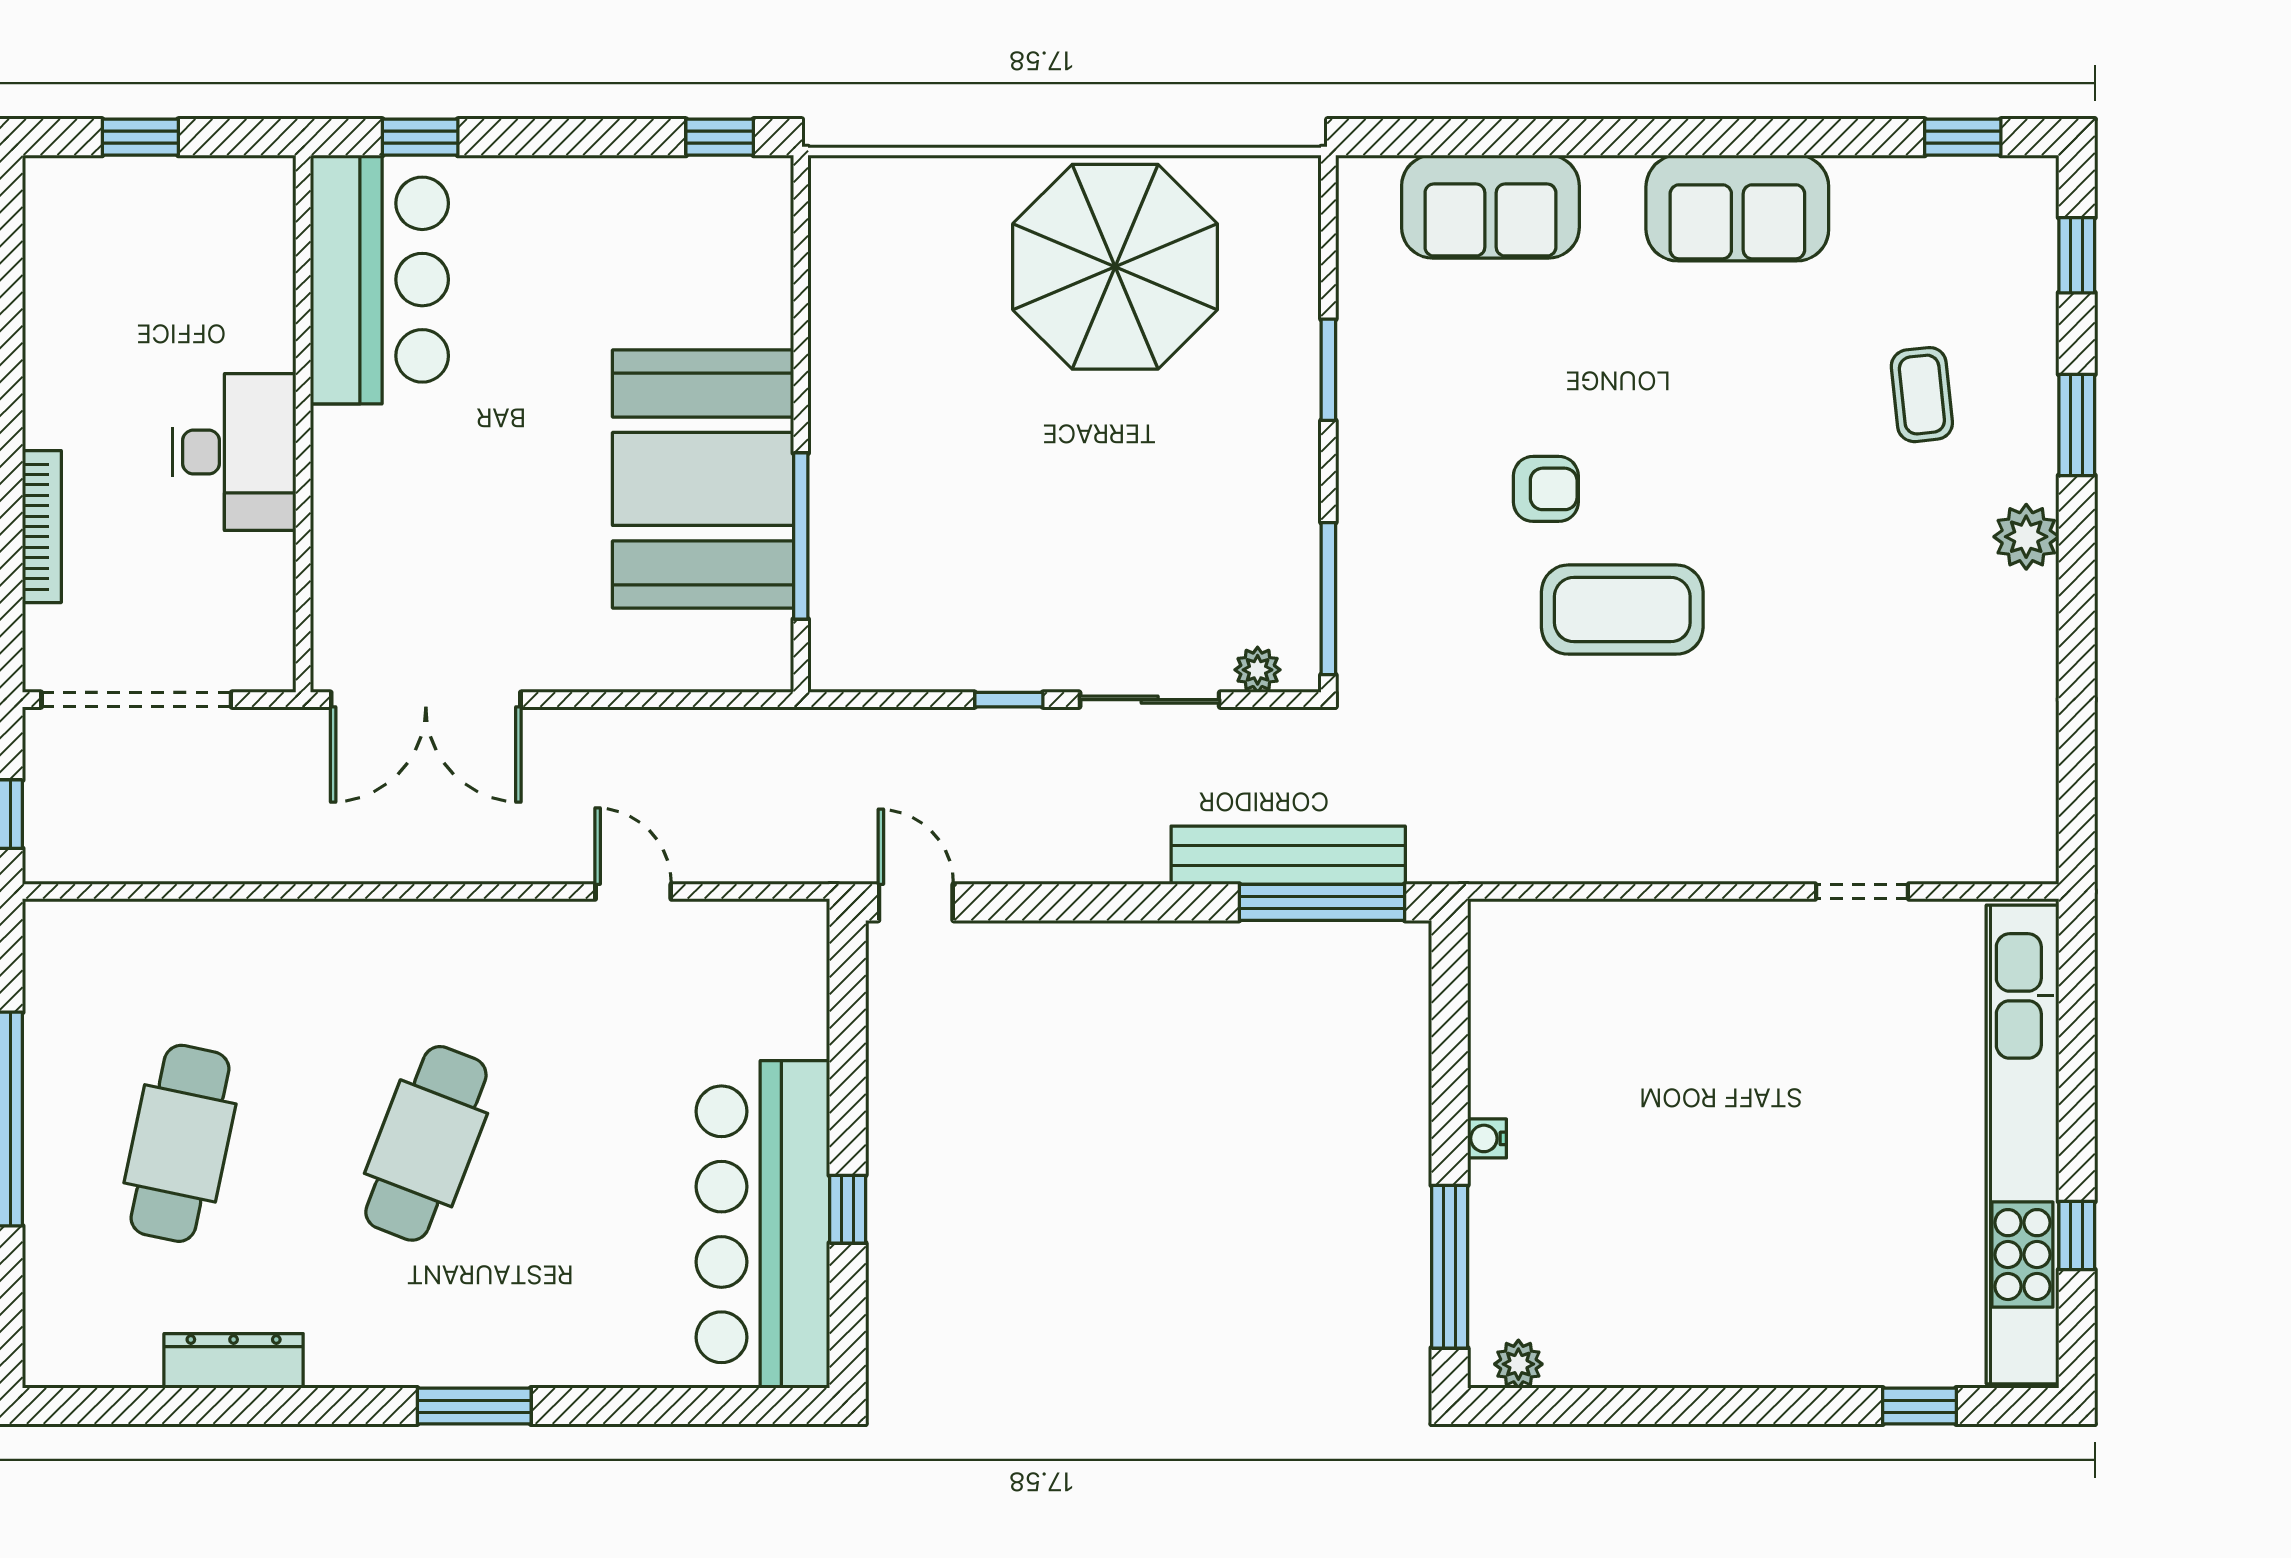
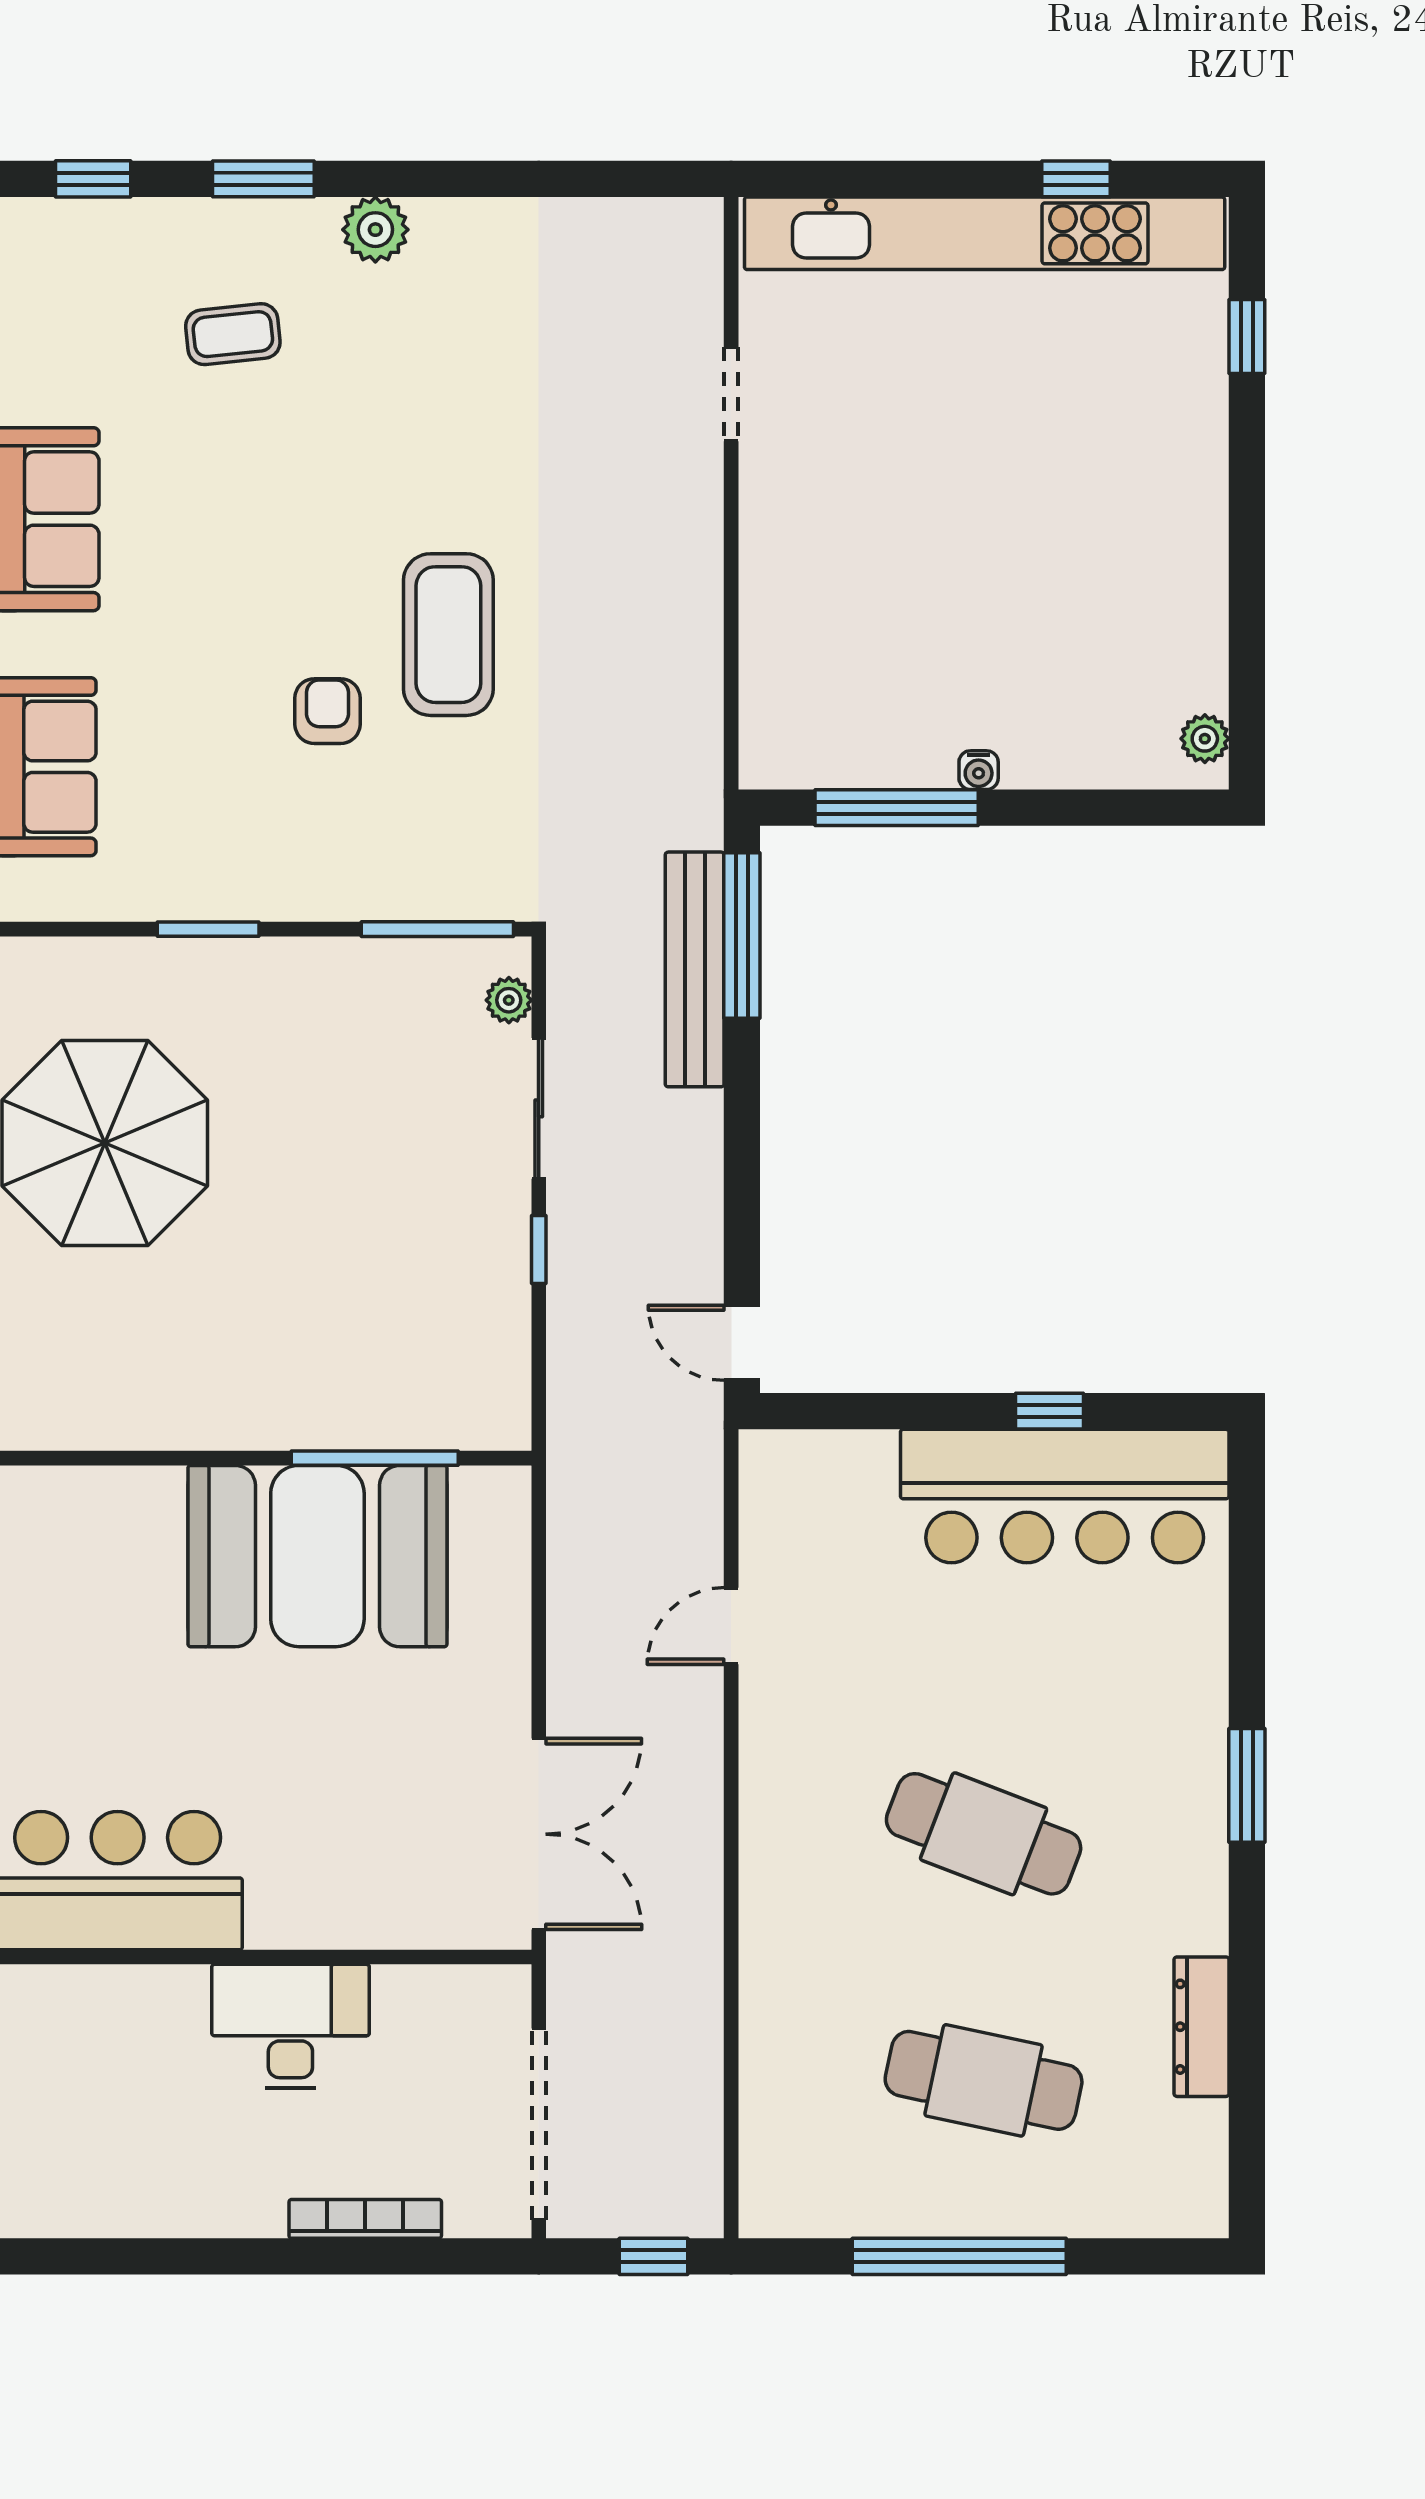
door: (916, 902) -> (742, 1343), hinge flipped
window: (1450, 1267) -> (897, 808), moved

